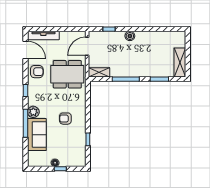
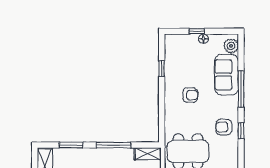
armchair: (37, 72) -> (224, 127), moved
plant: (33, 112) -> (231, 46), moved

